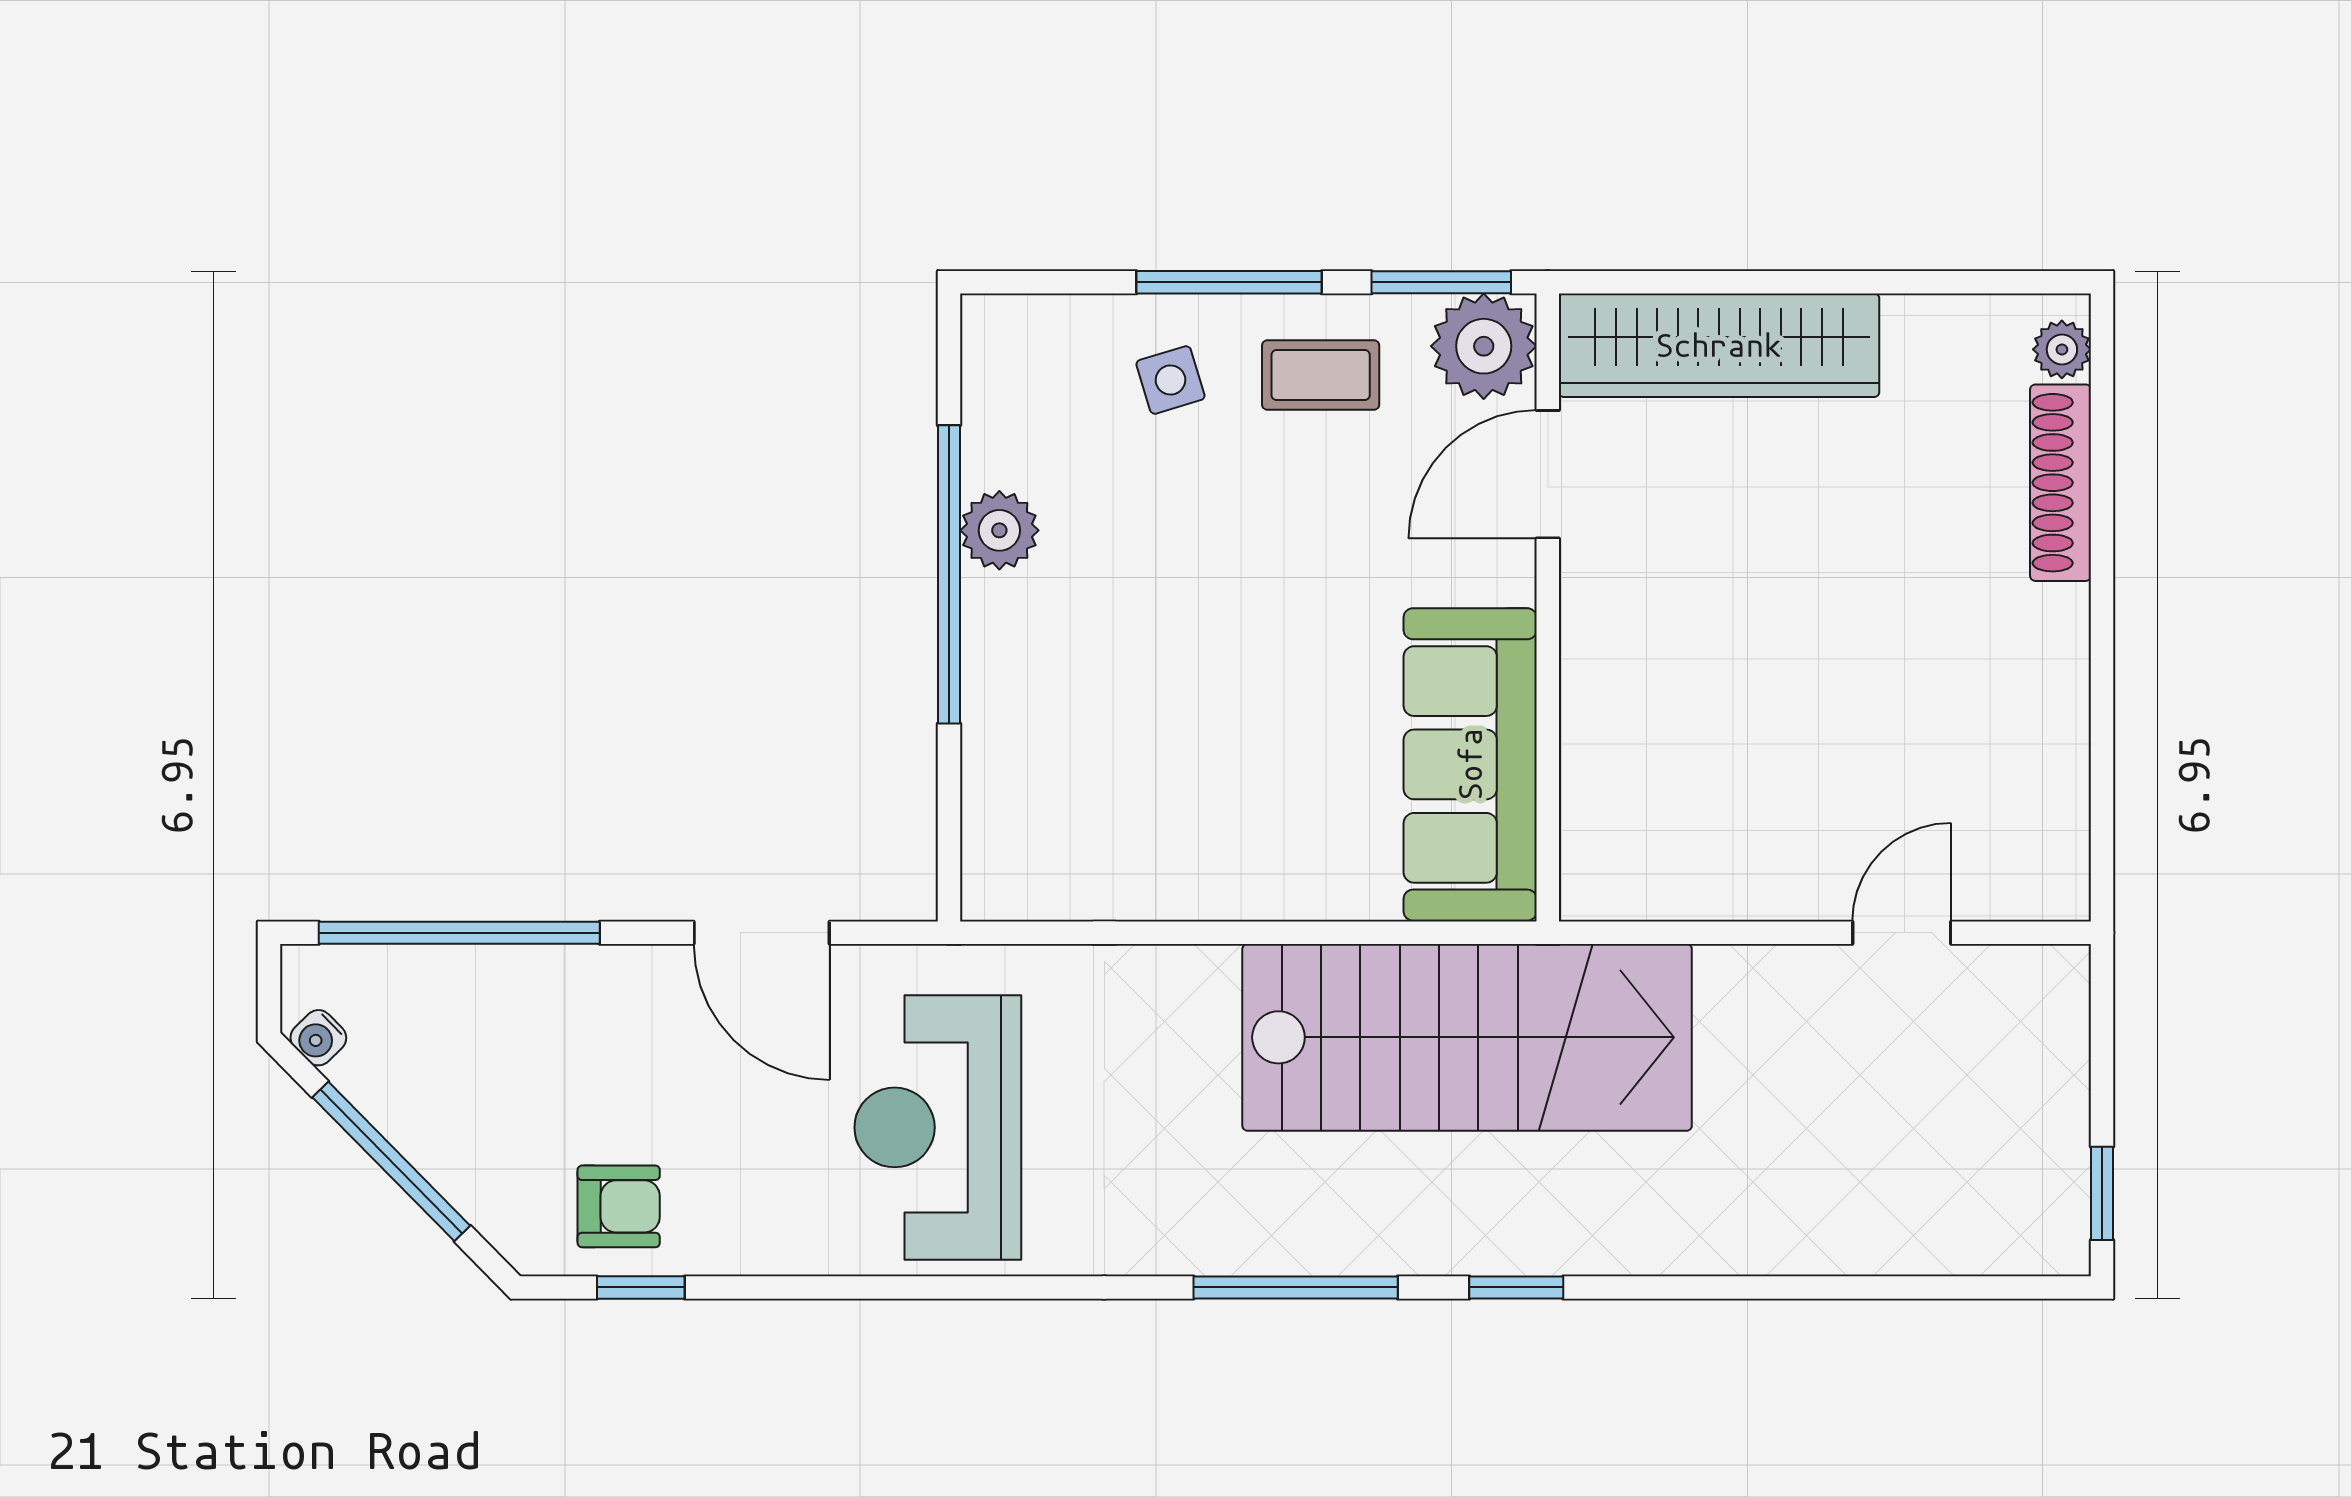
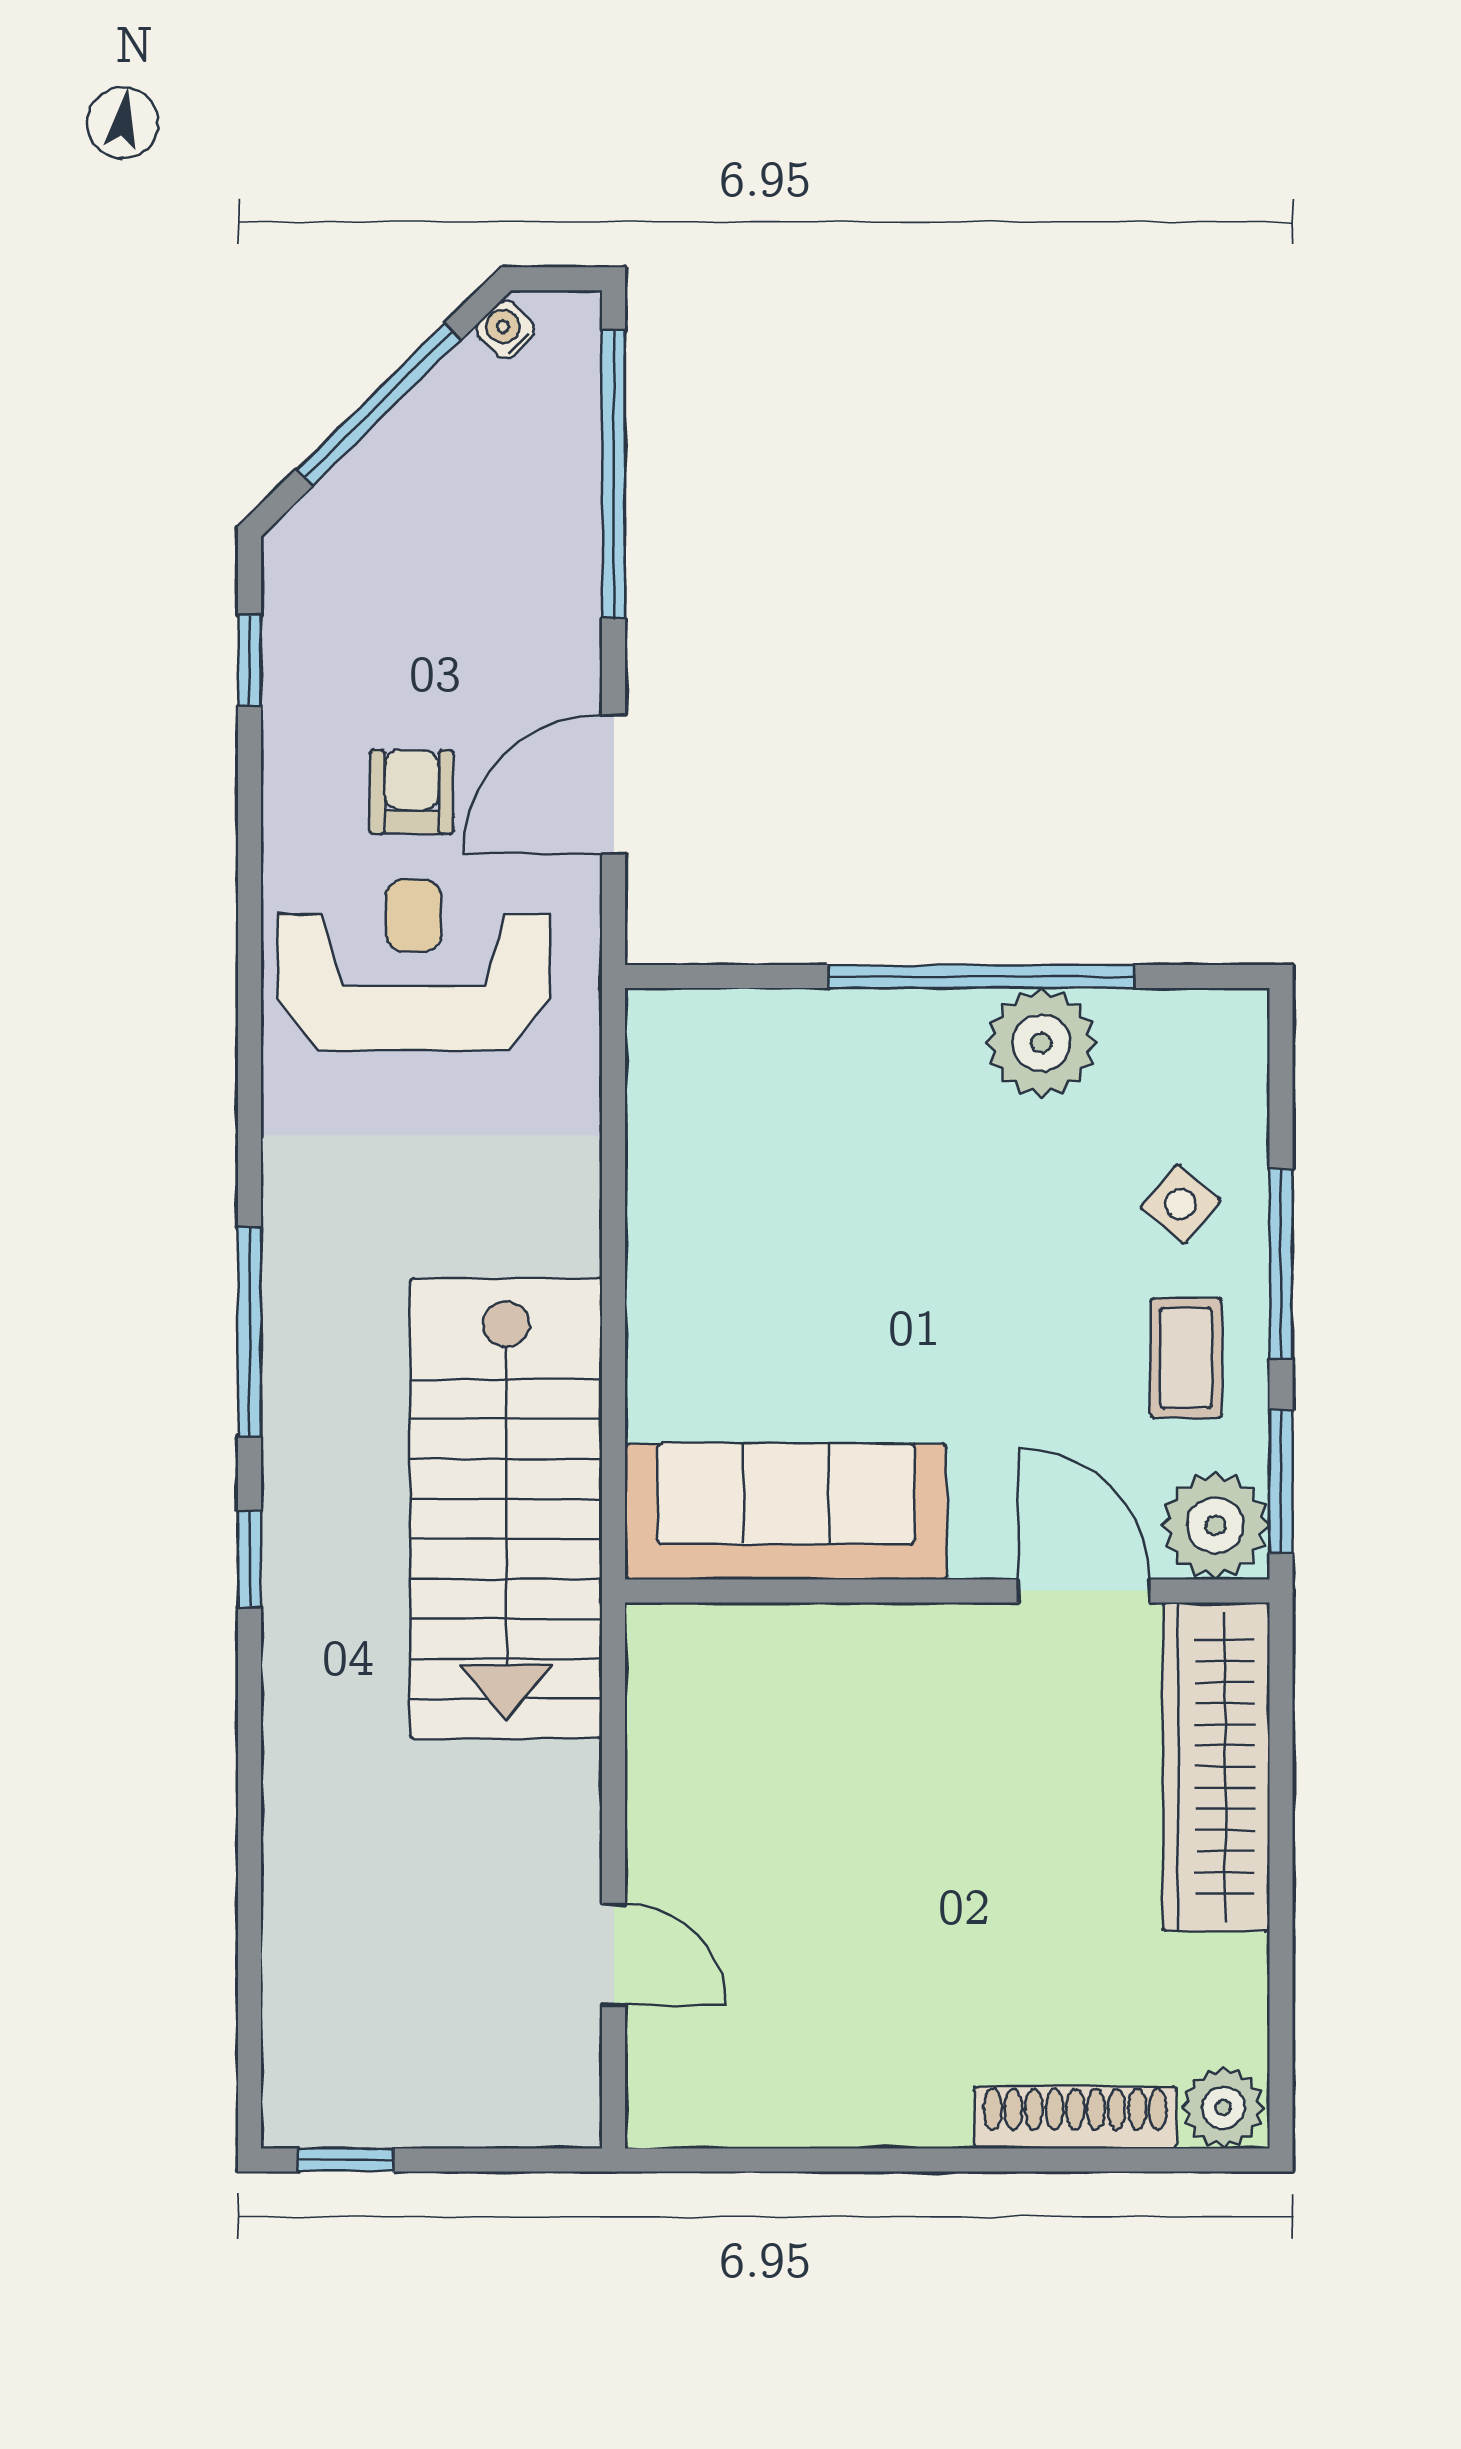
plant: (2062, 349) -> (1223, 2108), width x1.38, depth x1.38
side table: (1170, 380) -> (1181, 1204), turned -33
plant: (999, 530) -> (1041, 1043), width x1.36, depth x1.36
armchair: (619, 1206) -> (412, 792), moved, turned 180

